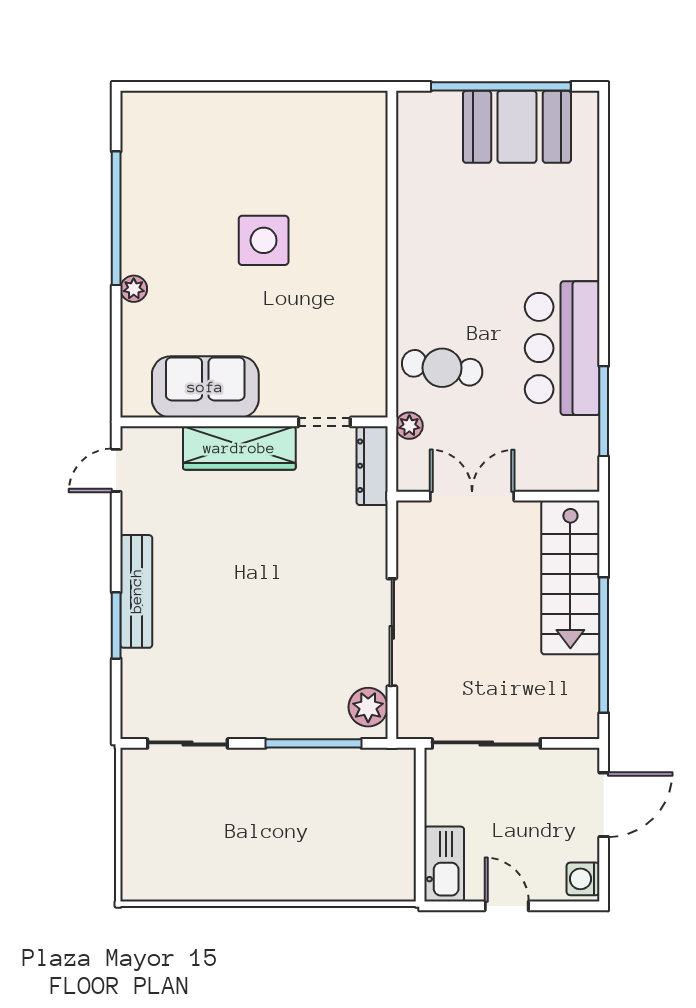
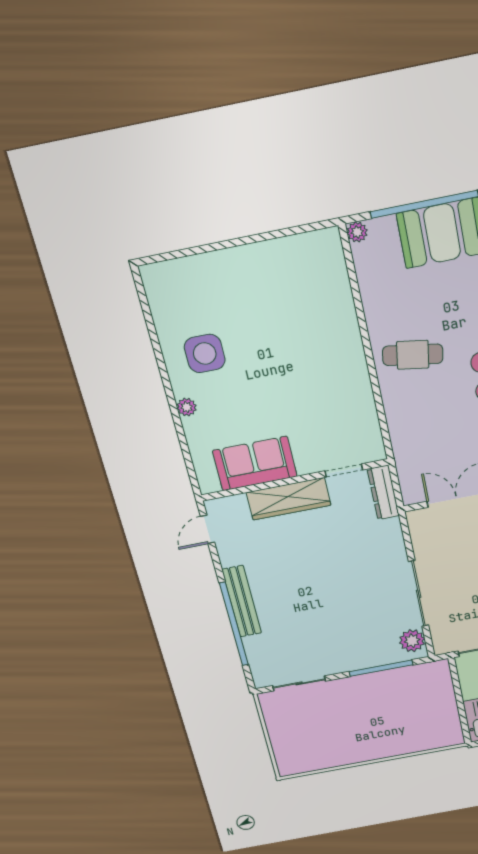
window: (116, 218) -> (160, 360), removed
side table: (264, 240) -> (205, 354), moved
cafe table: (442, 368) -> (413, 355), moved
plant: (409, 426) -> (357, 232), moved
window: (116, 626) -> (234, 624), width x2.11

